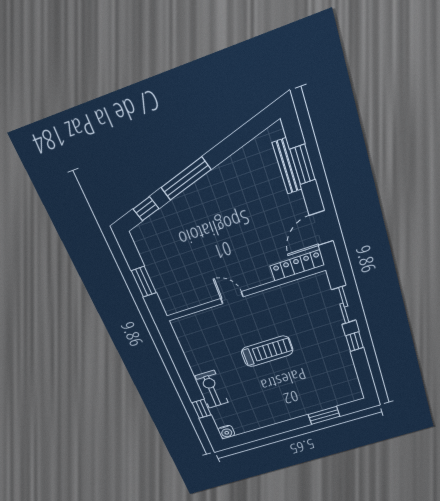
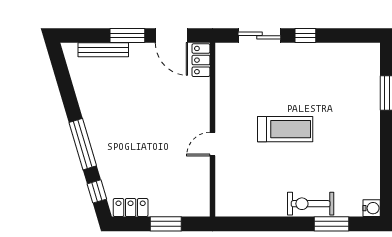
window: (303, 165) -> (127, 36), moved
locker: (145, 246) -> (131, 208), added
locker: (297, 265) -> (201, 60), width x0.66
treadmill: (267, 351) -> (285, 129), turned 90
window: (202, 409) -> (331, 224), width x1.50

